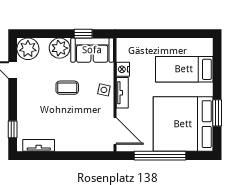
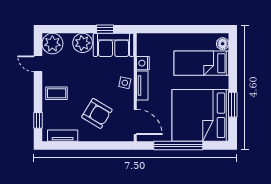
floor lamp: (207, 49) -> (223, 44), added
coffee table: (67, 88) -> (57, 93), moved
armchair: (75, 122) -> (97, 113), added

